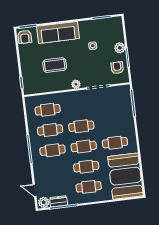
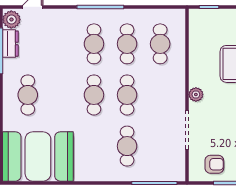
cafe table: (115, 143) -> (127, 146), moved
cafe table: (86, 167) -> (61, 95), removed

